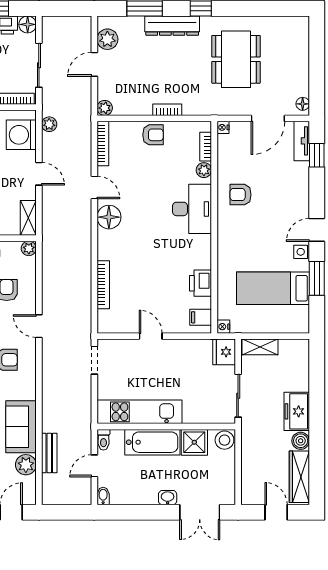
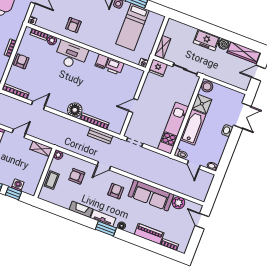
floor lamp: (109, 217) -> (75, 110), moved
filing cabinet: (201, 317) -> (102, 61), moved
sofa: (21, 427) -> (151, 195), width x1.36
bench: (49, 453) -> (100, 136), moved

